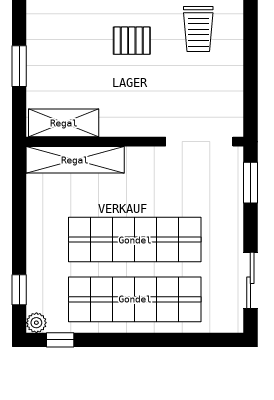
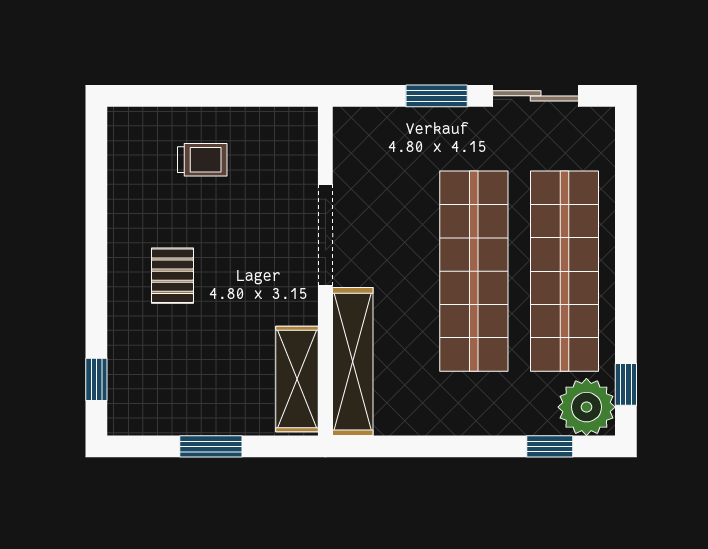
trolley: (198, 29) -> (202, 160), moved, width x0.73, depth x0.72
doorway: (199, 142) -> (325, 235), moved
window: (250, 183) -> (437, 96), moved
plant: (36, 323) -> (586, 407), width x1.88, depth x1.88

